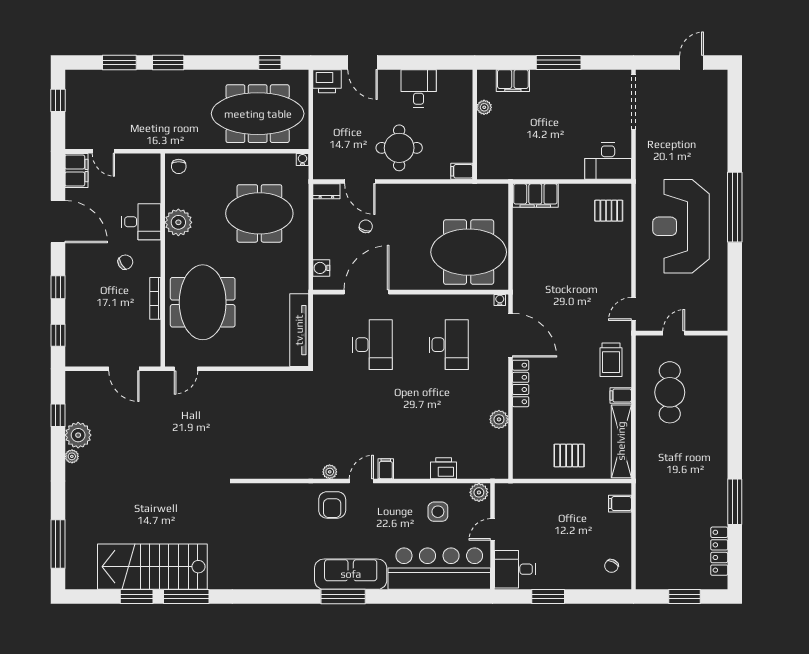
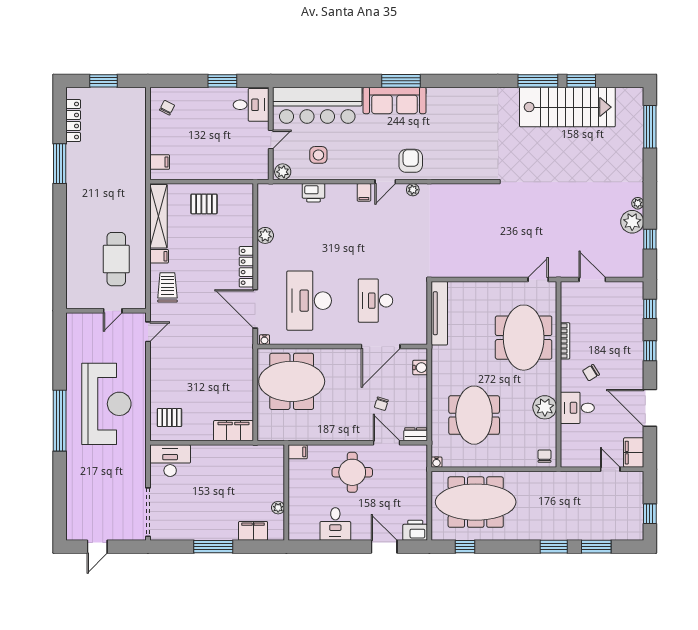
meeting table: (259, 213) -> (474, 415), turned 90
desk: (449, 345) -> (309, 301), width x1.36, depth x1.30

